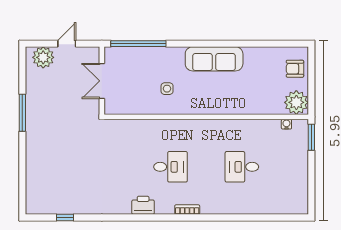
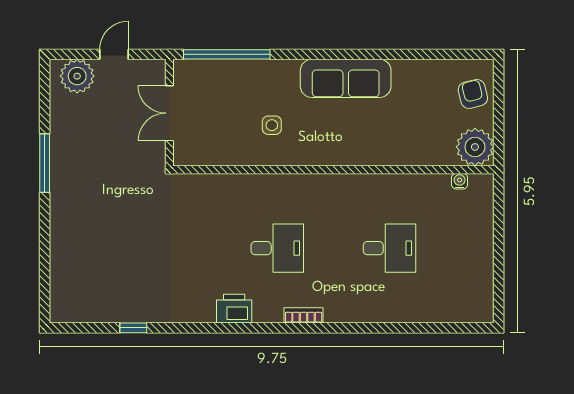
armchair: (295, 69) -> (473, 94), turned 76
window: (311, 137) -> (499, 202), removed
desk: (242, 167) -> (389, 248), turned 180
window: (65, 217) -> (133, 328), moved

